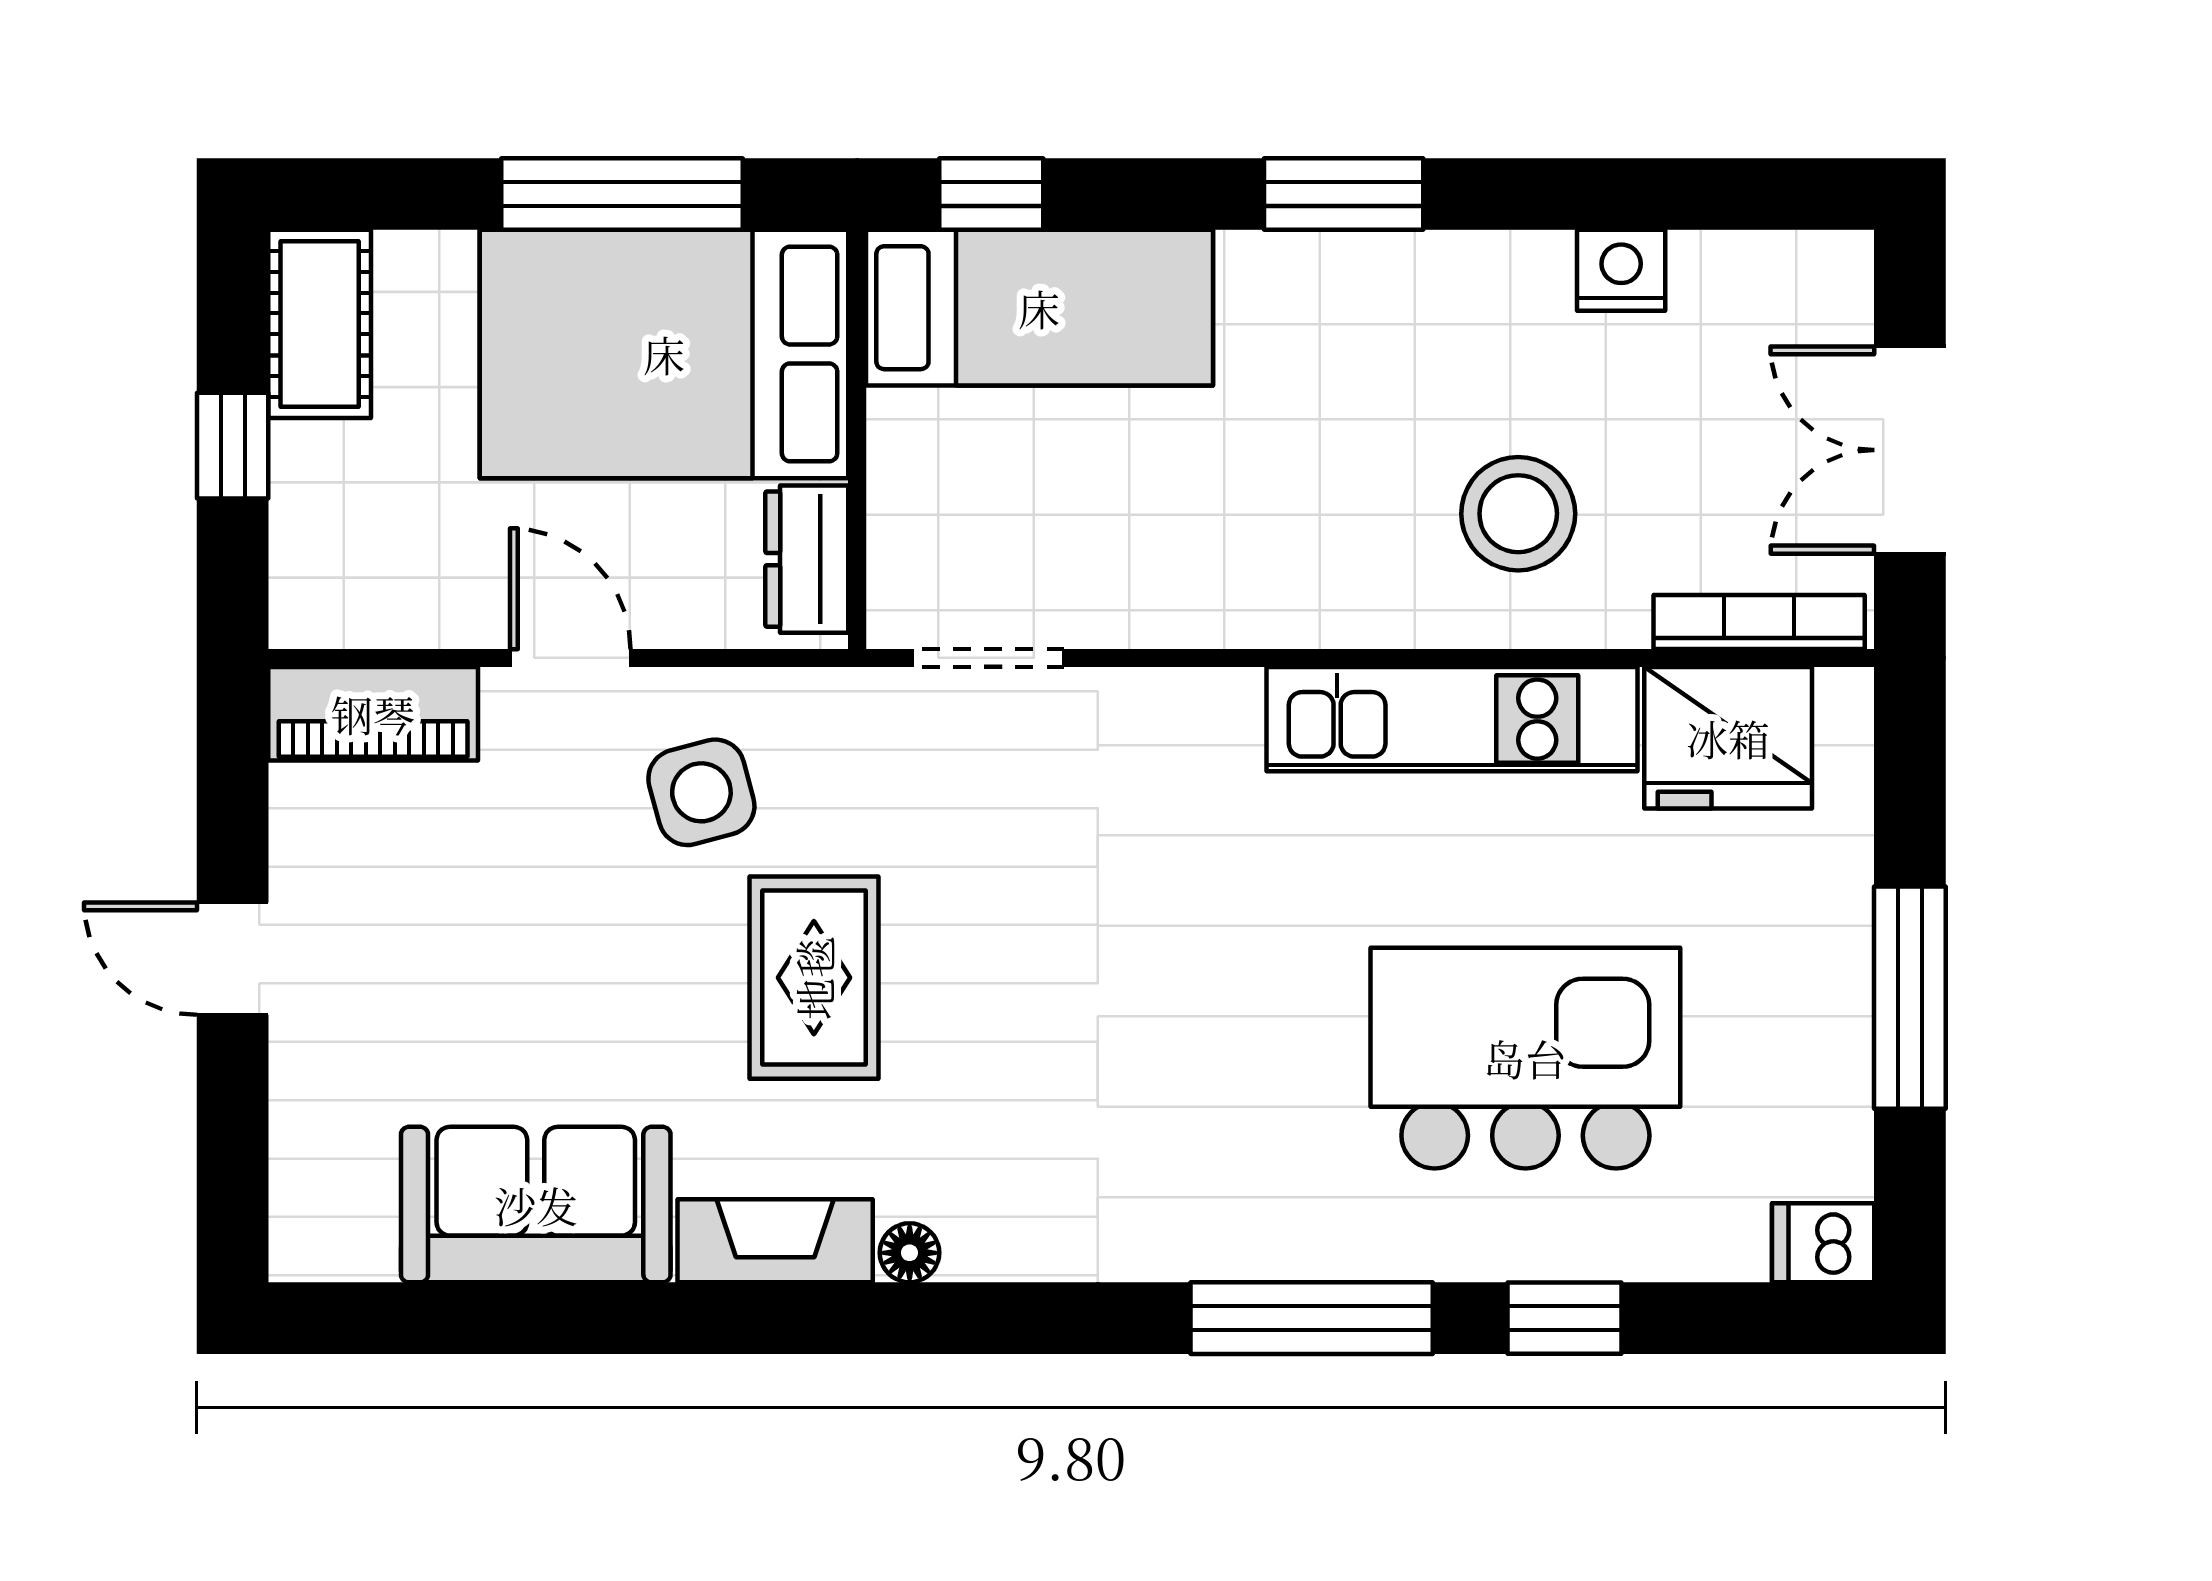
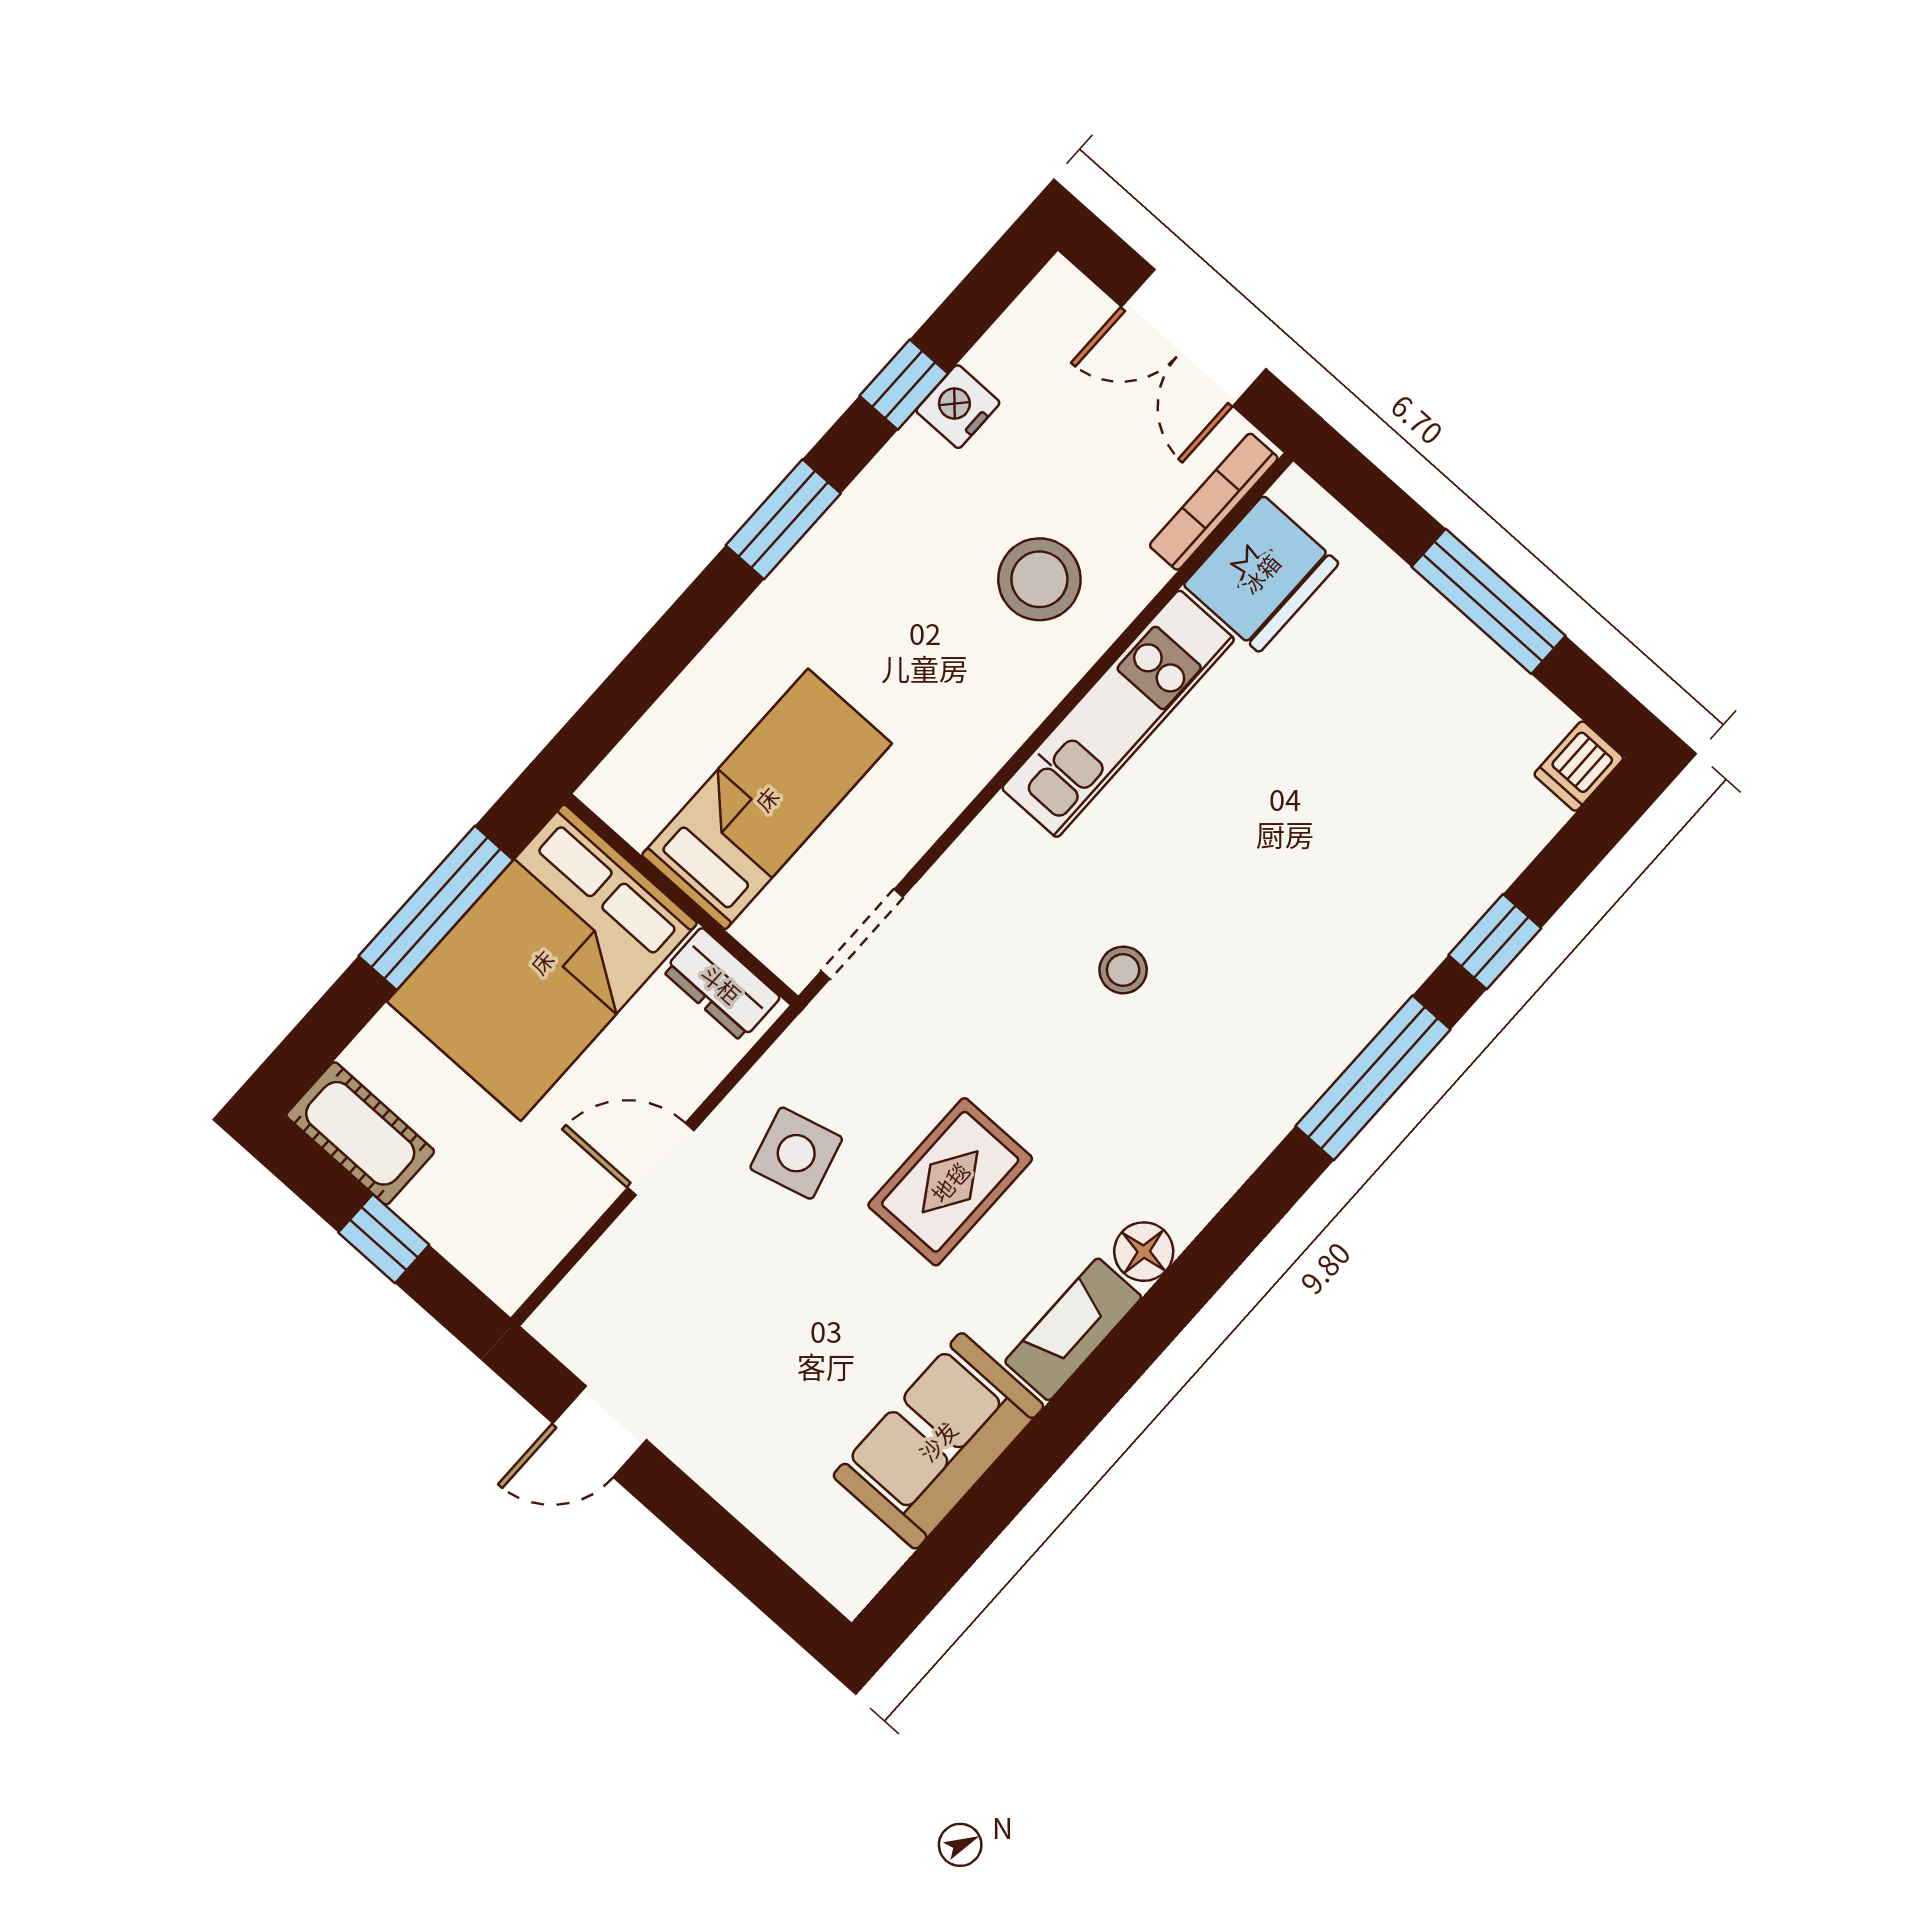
window: (991, 194) -> (904, 385), moved
bed: (1039, 308) -> (767, 799), moved
piano: (373, 714) -> (596, 1292), removed
door: (233, 959) -> (600, 1432), moved
stool: (1192, 961) -> (1123, 970), added
rug: (814, 978) -> (950, 1182), turned 90
kitchen island: (1525, 1058) -> (1336, 838), removed
floor lamp: (910, 1253) -> (1144, 1252), width x1.37, depth x1.37

